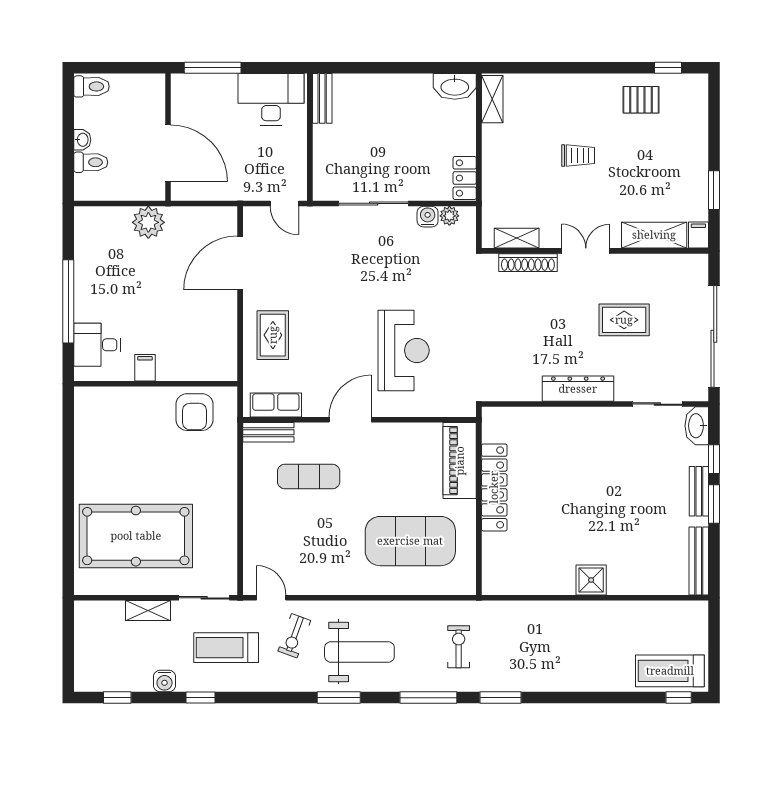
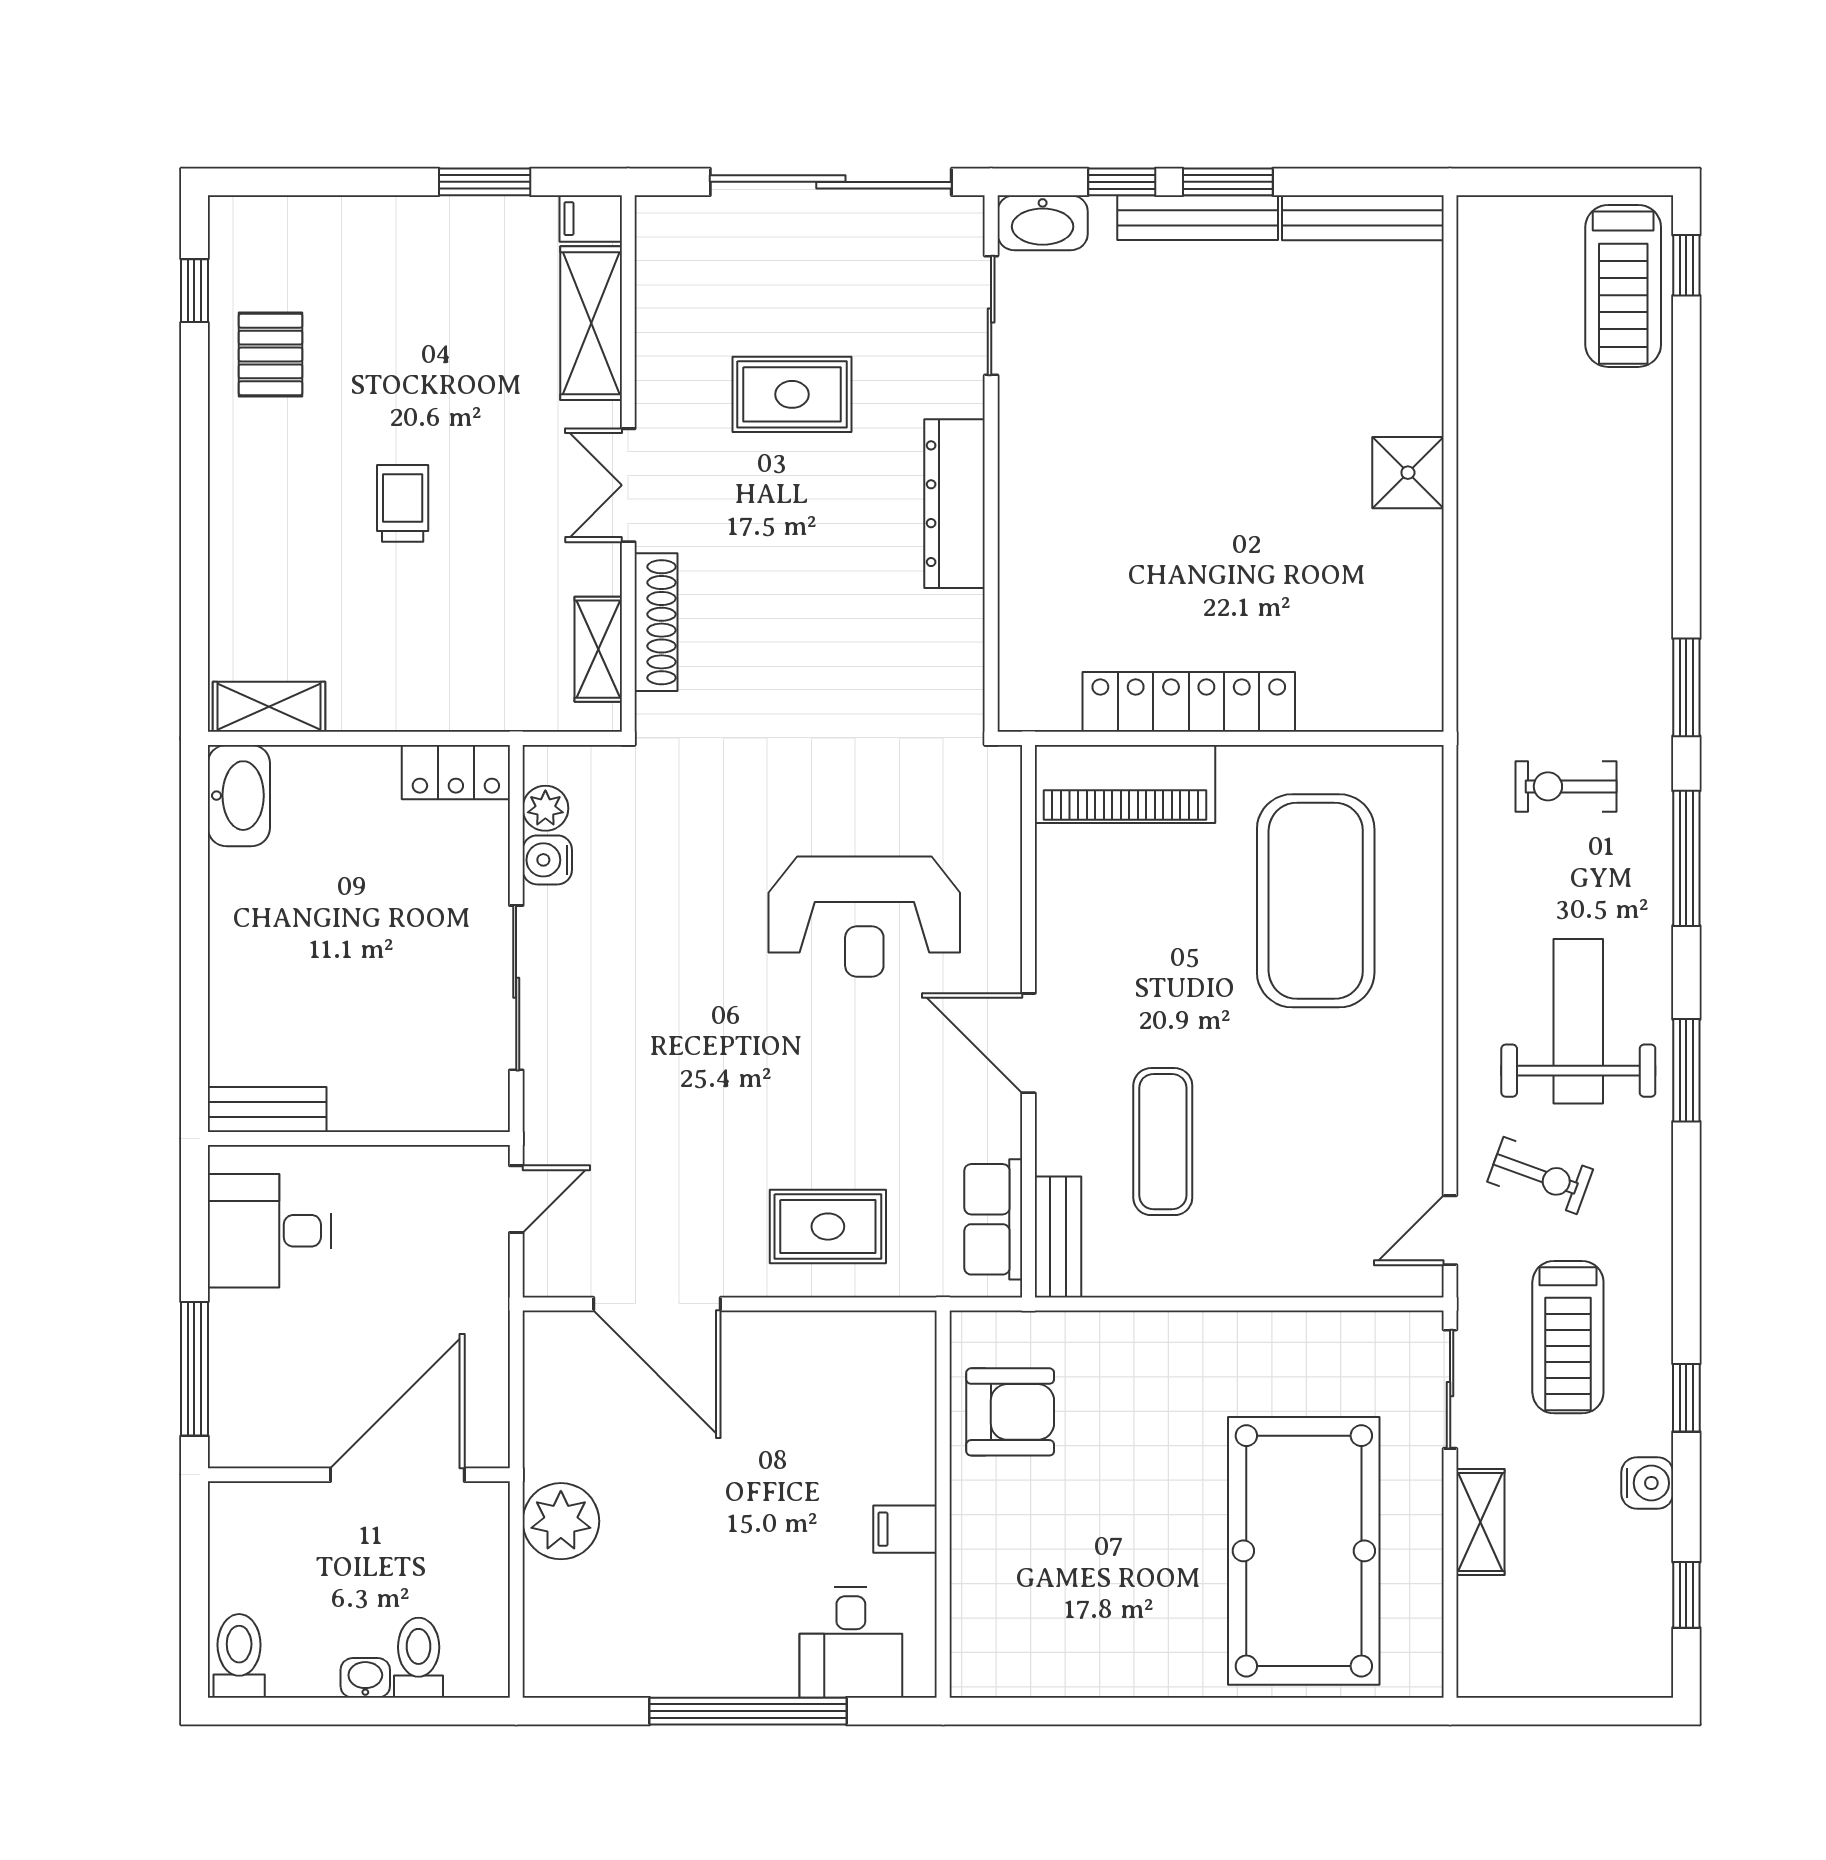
desk: (271, 99) -> (269, 1231), width x0.73
rug: (624, 320) -> (792, 394), turned 90
reception desk: (404, 350) -> (864, 917), turned 180
bench: (699, 491) -> (1198, 218), width x1.36

